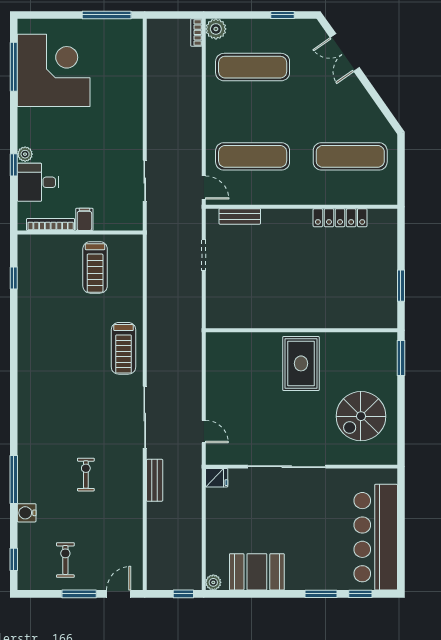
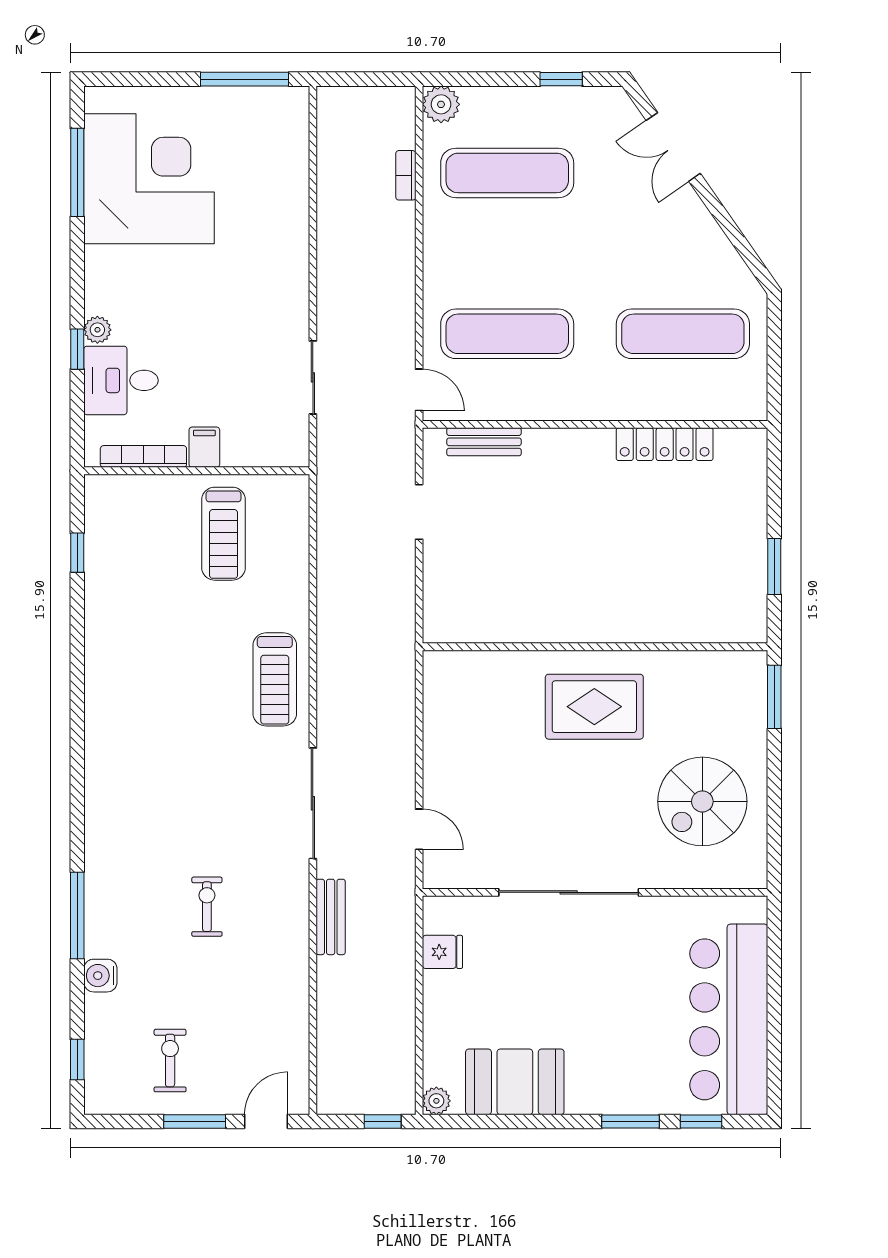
bookcase: (196, 32) -> (406, 175), moved
rug: (301, 363) -> (594, 707), turned 90
fridge: (217, 478) -> (442, 952), moved

